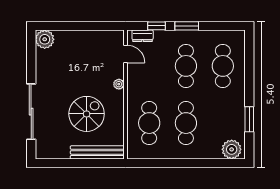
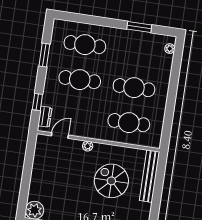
window: (187, 26) -> (44, 55), moved
plant: (232, 149) -> (170, 49), width x0.53, depth x0.53

